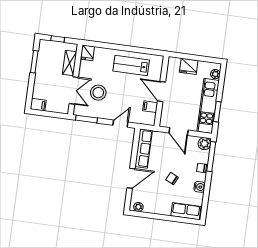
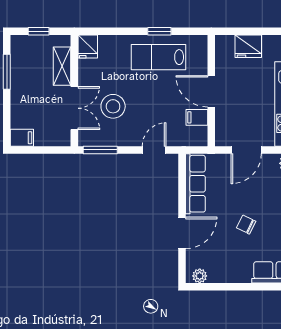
window: (134, 49) -> (159, 31), added
door: (178, 131) -> (246, 150), hinge flipped

